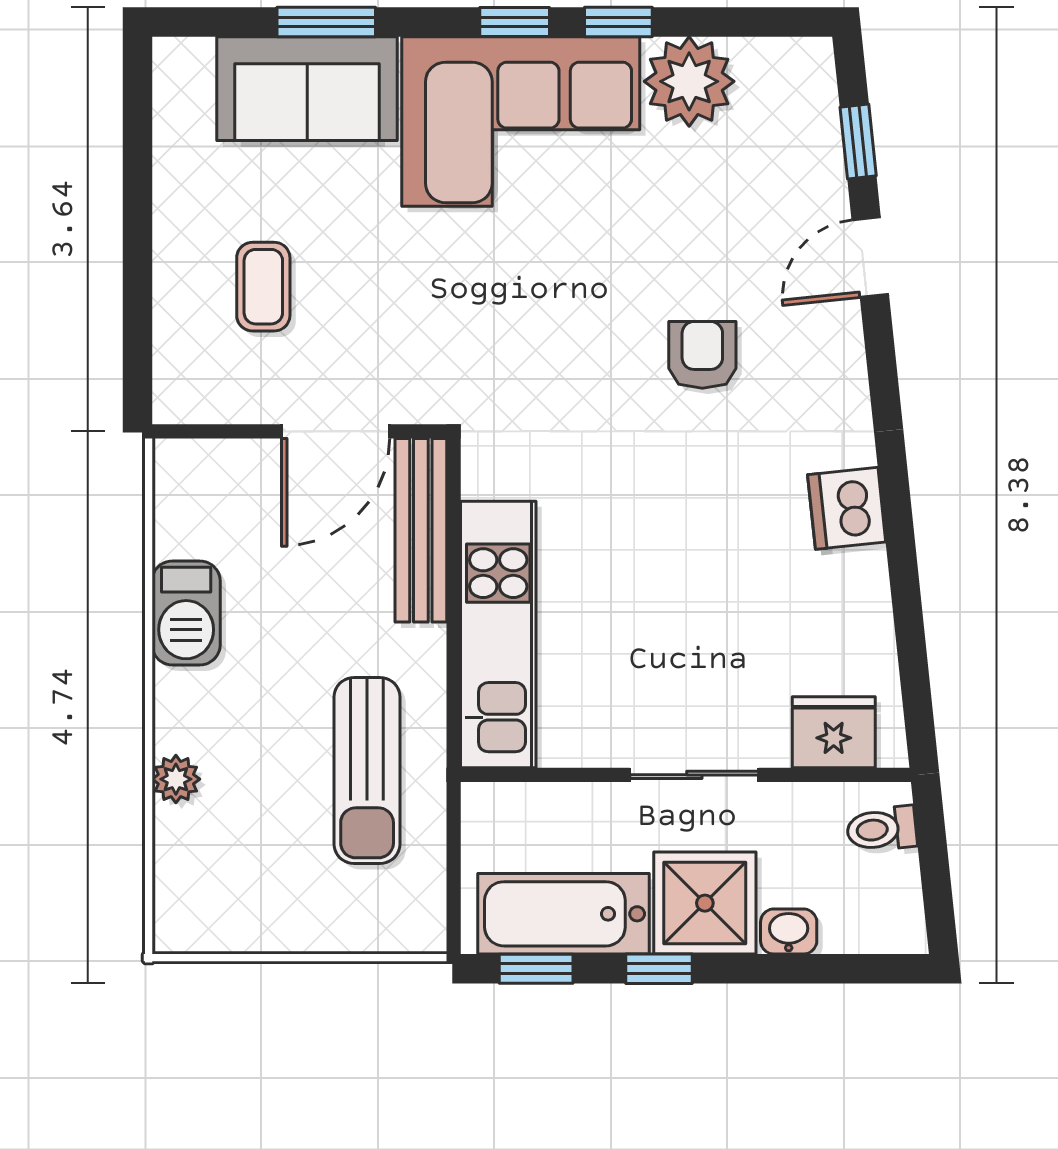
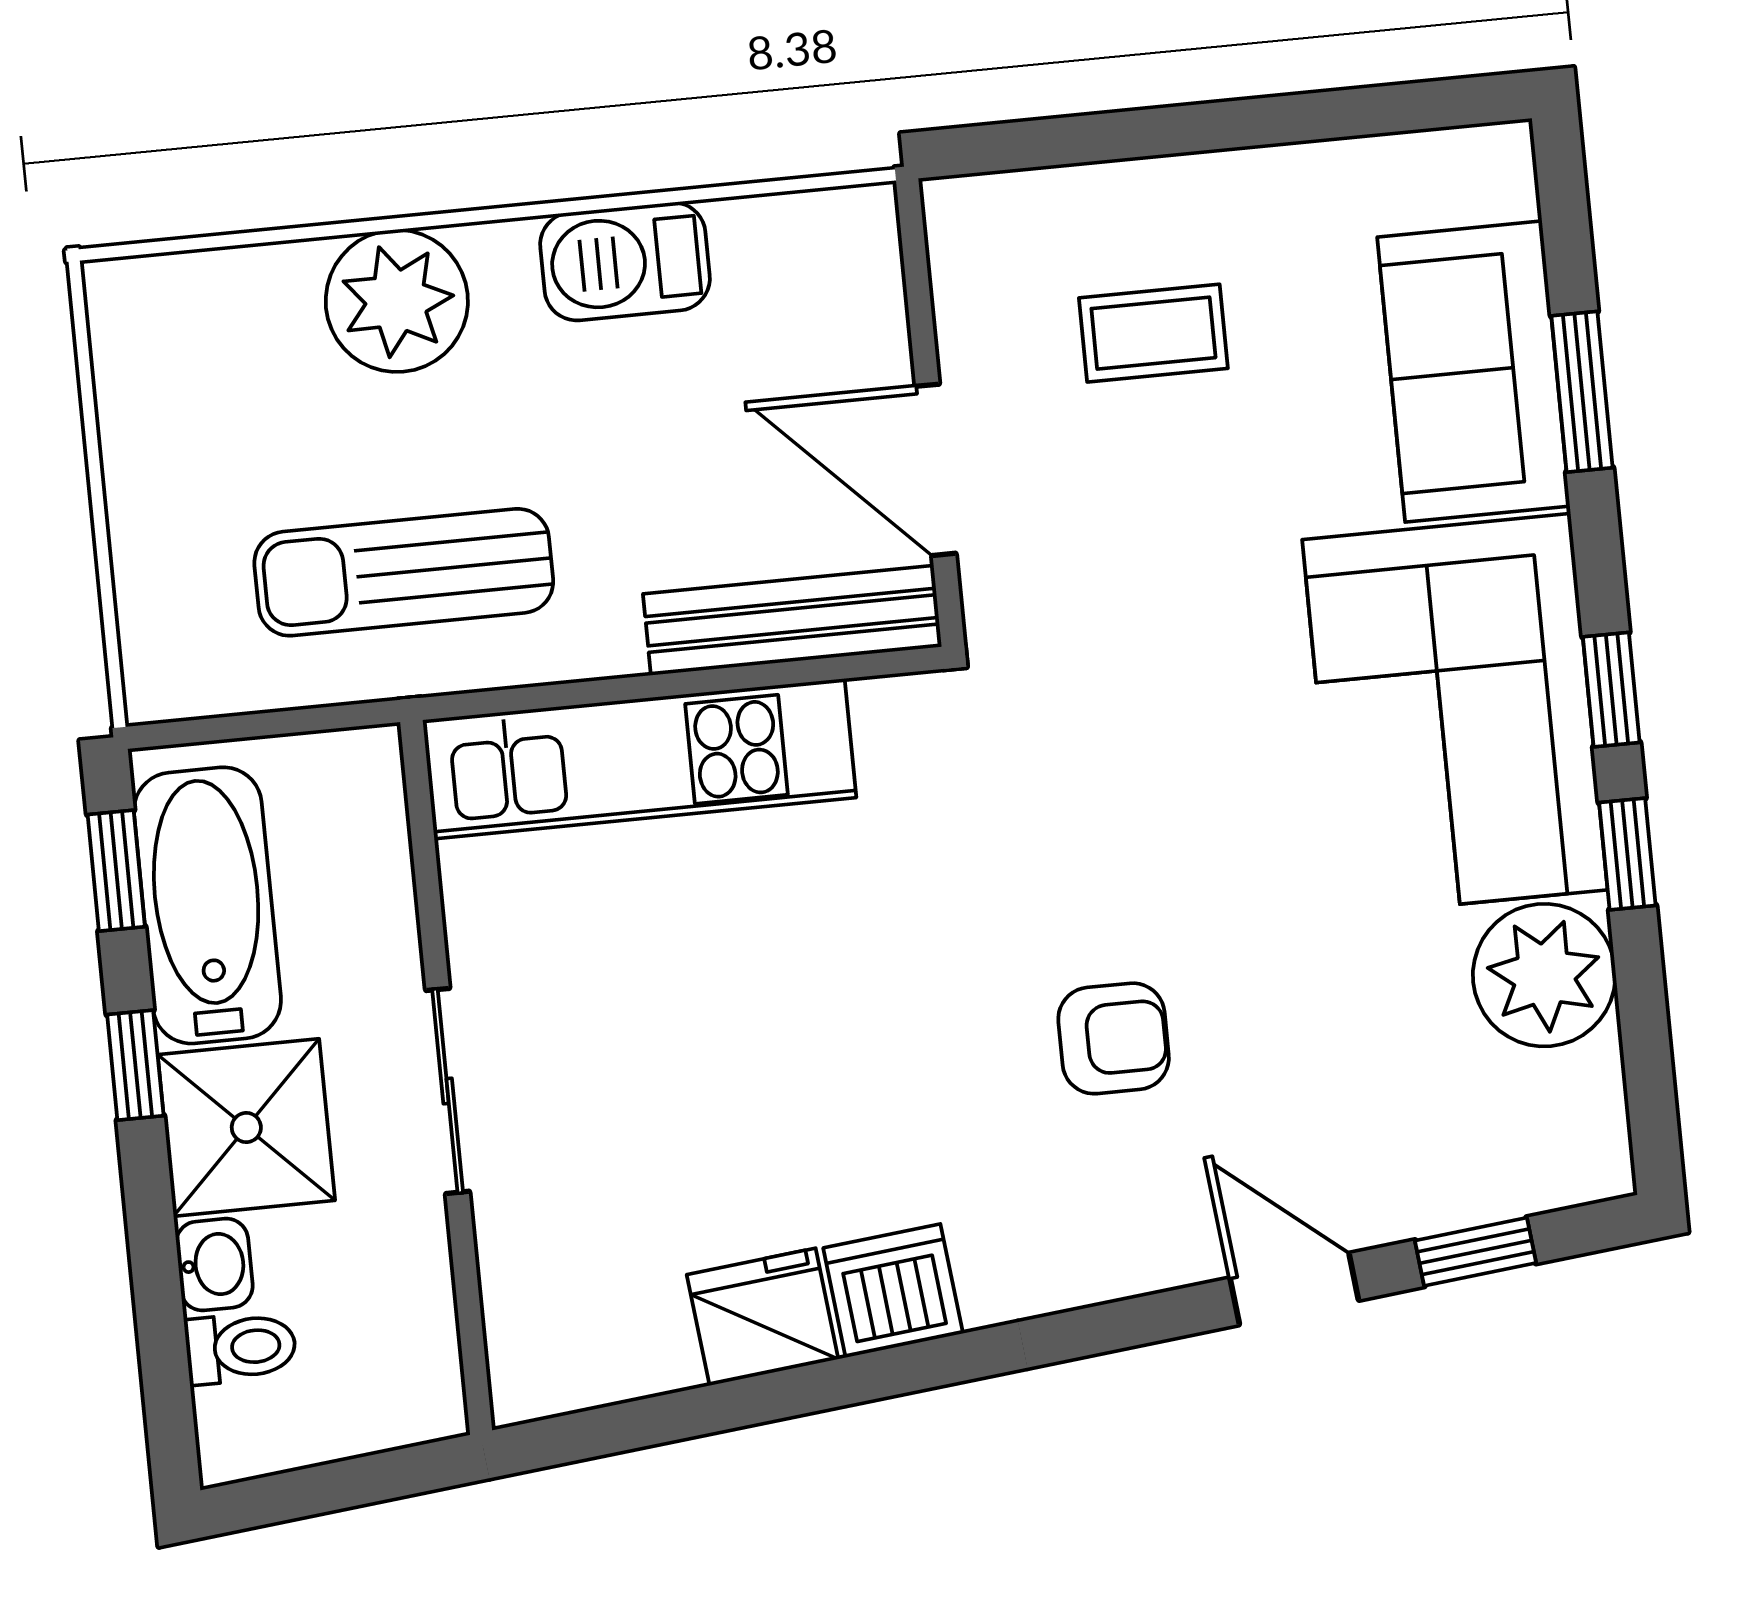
fridge: (834, 732) -> (763, 1317), moved, turned -96
plant: (176, 779) -> (397, 301), width x1.87, depth x1.87
toilet: (882, 829) -> (241, 1348), moved, turned 96

